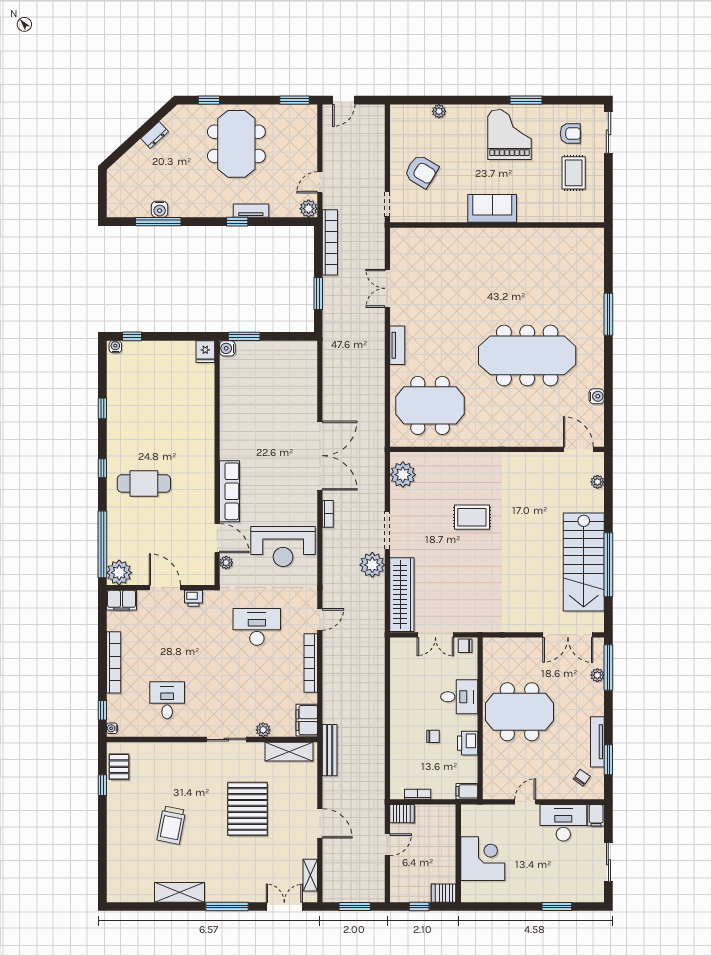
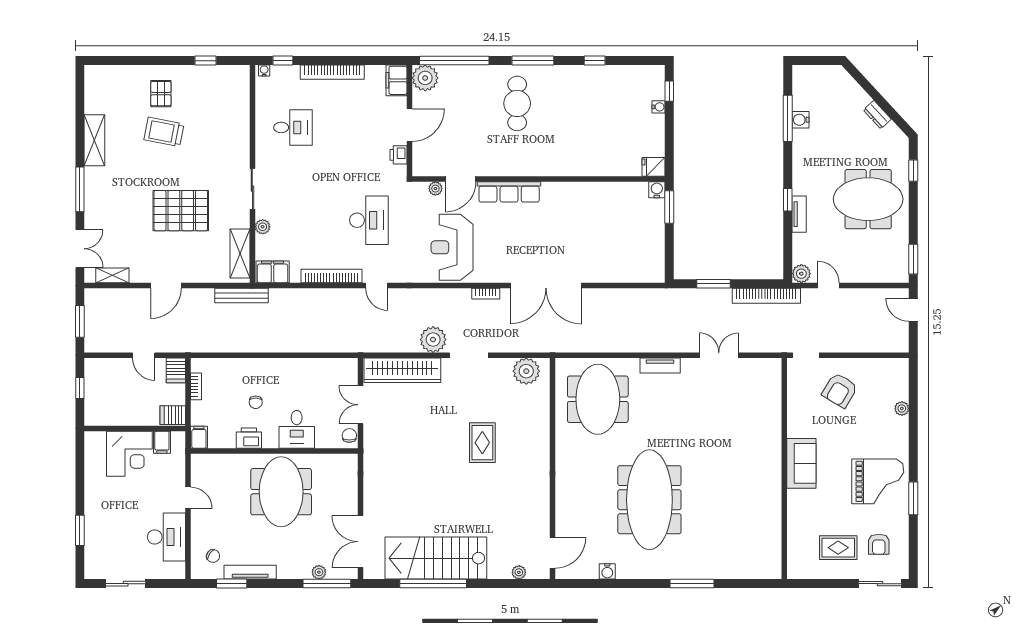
water cooler: (115, 347) -> (659, 107), moved
window: (102, 468) -> (533, 61), width x2.17
pallet: (119, 767) -> (161, 94), moved, turned 90
filing cabinet: (596, 815) -> (162, 442), moved, turned -90
server rack: (444, 893) -> (173, 415), moved, turned -90

